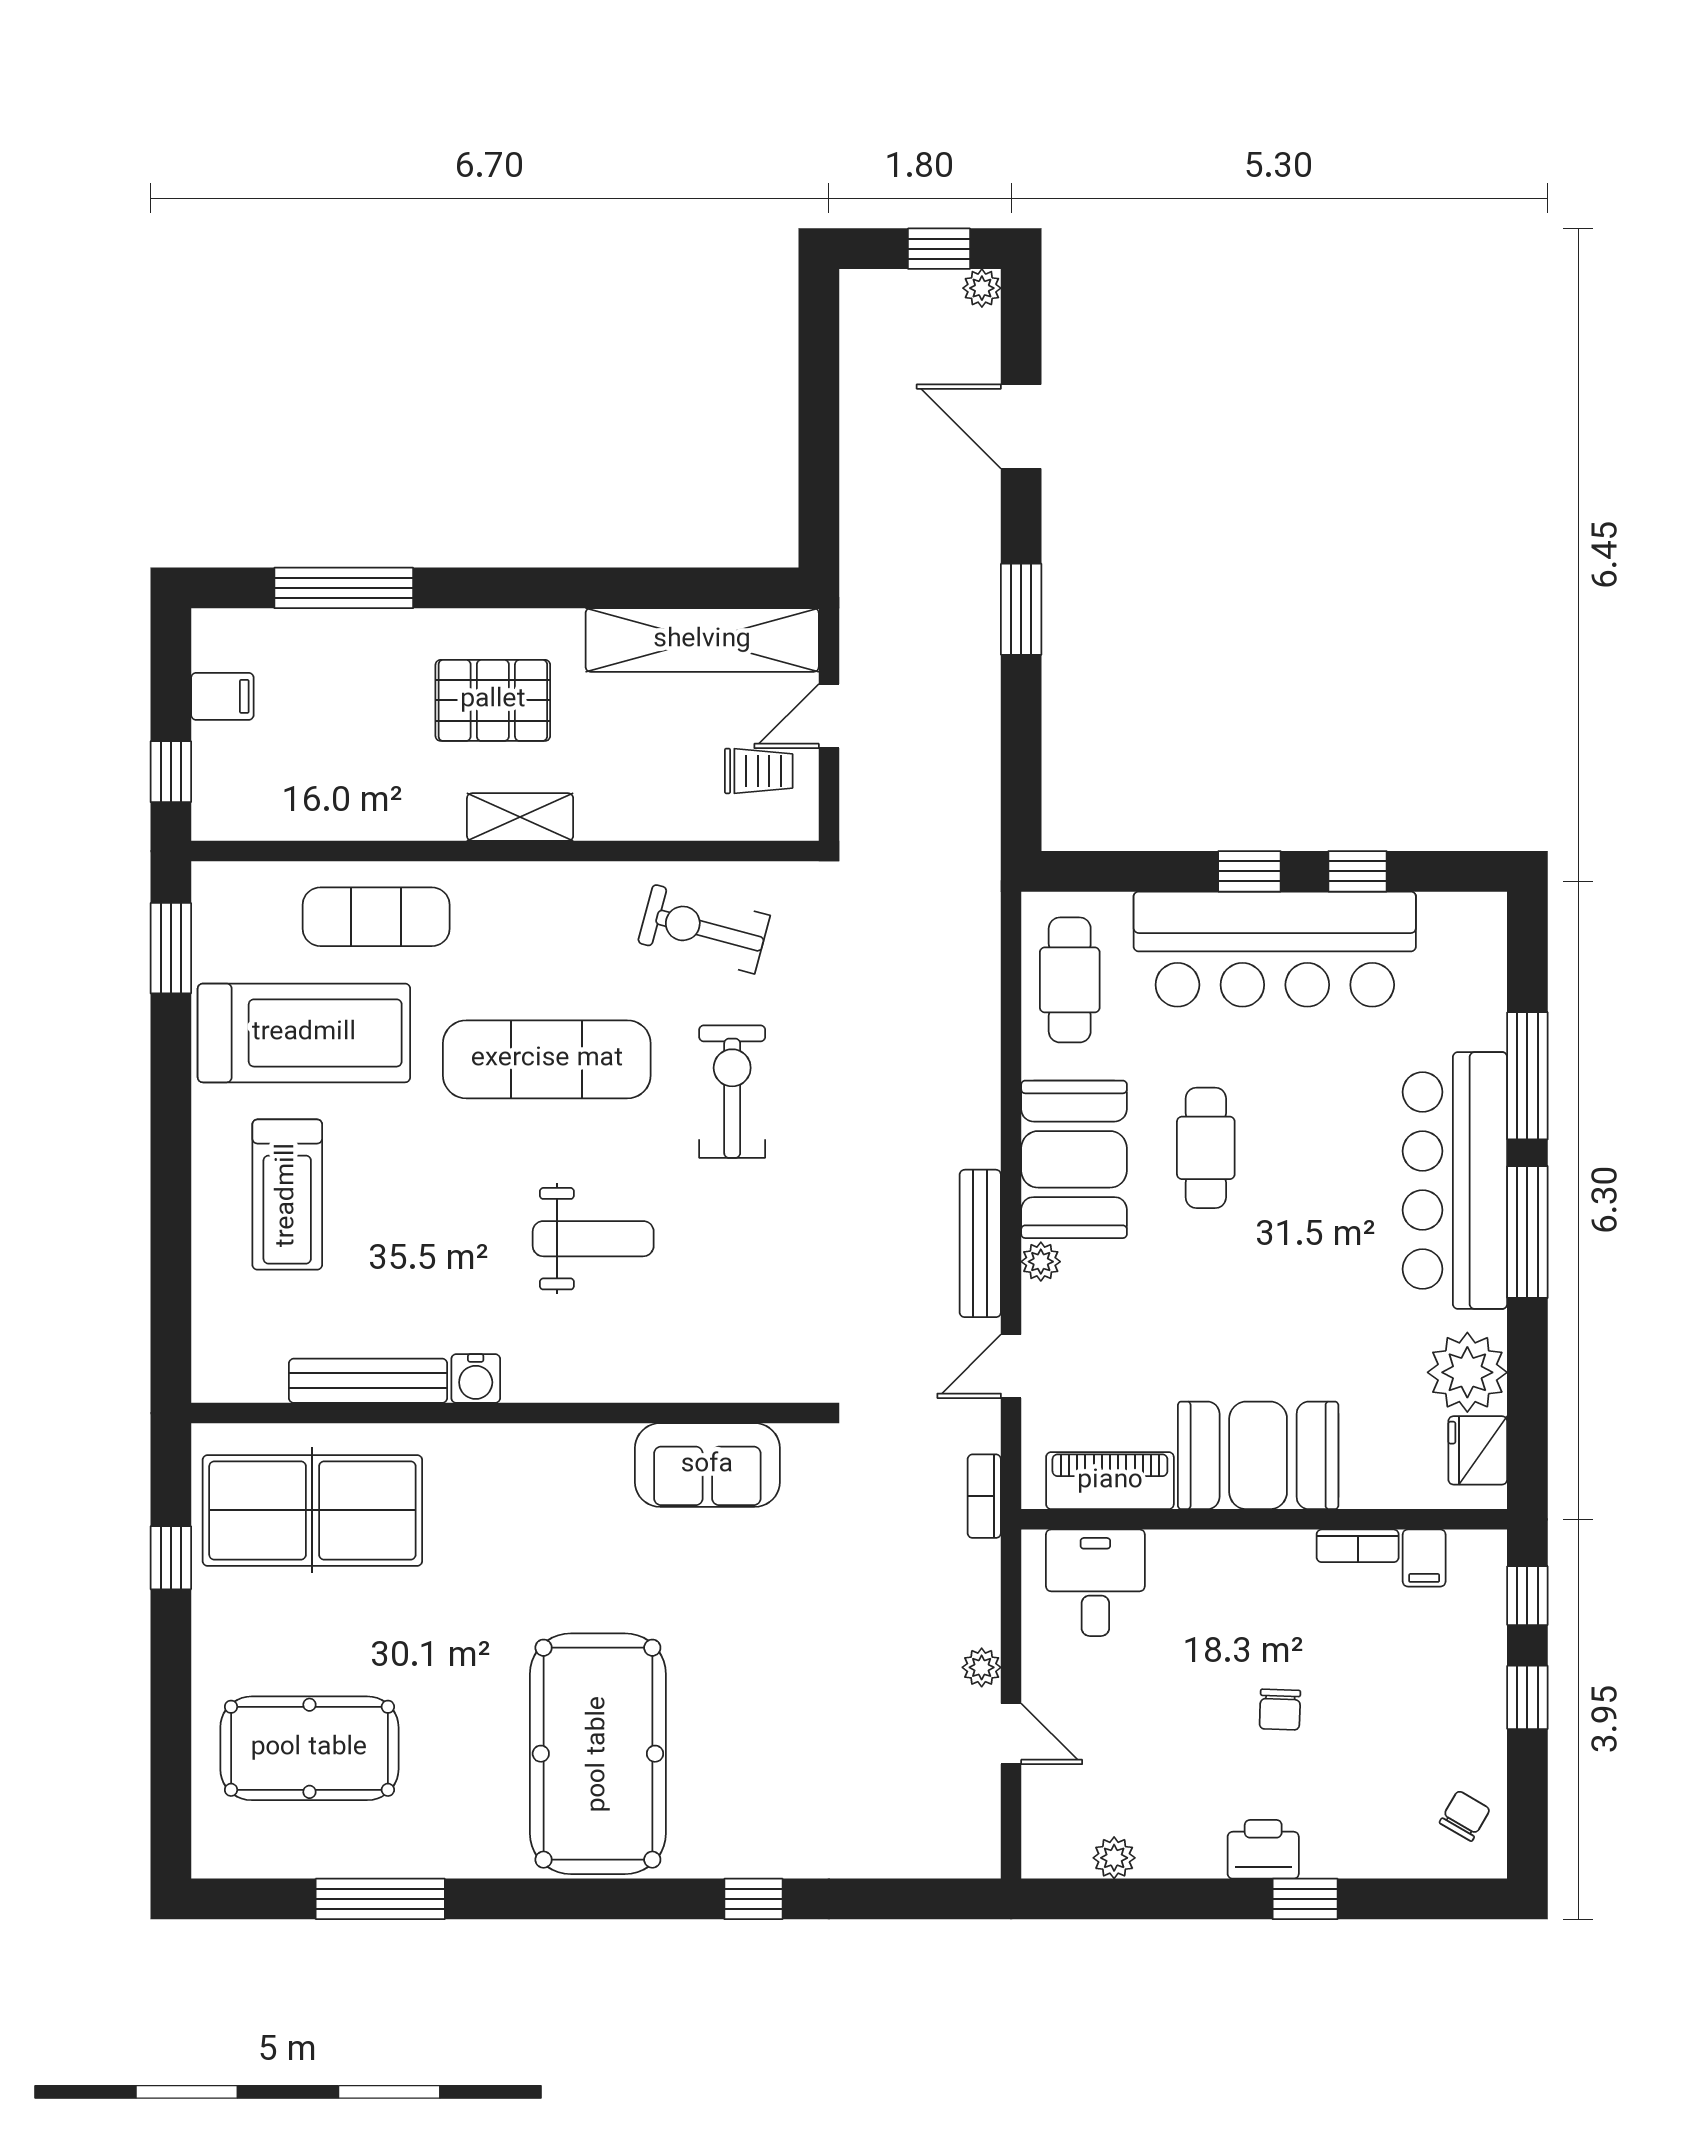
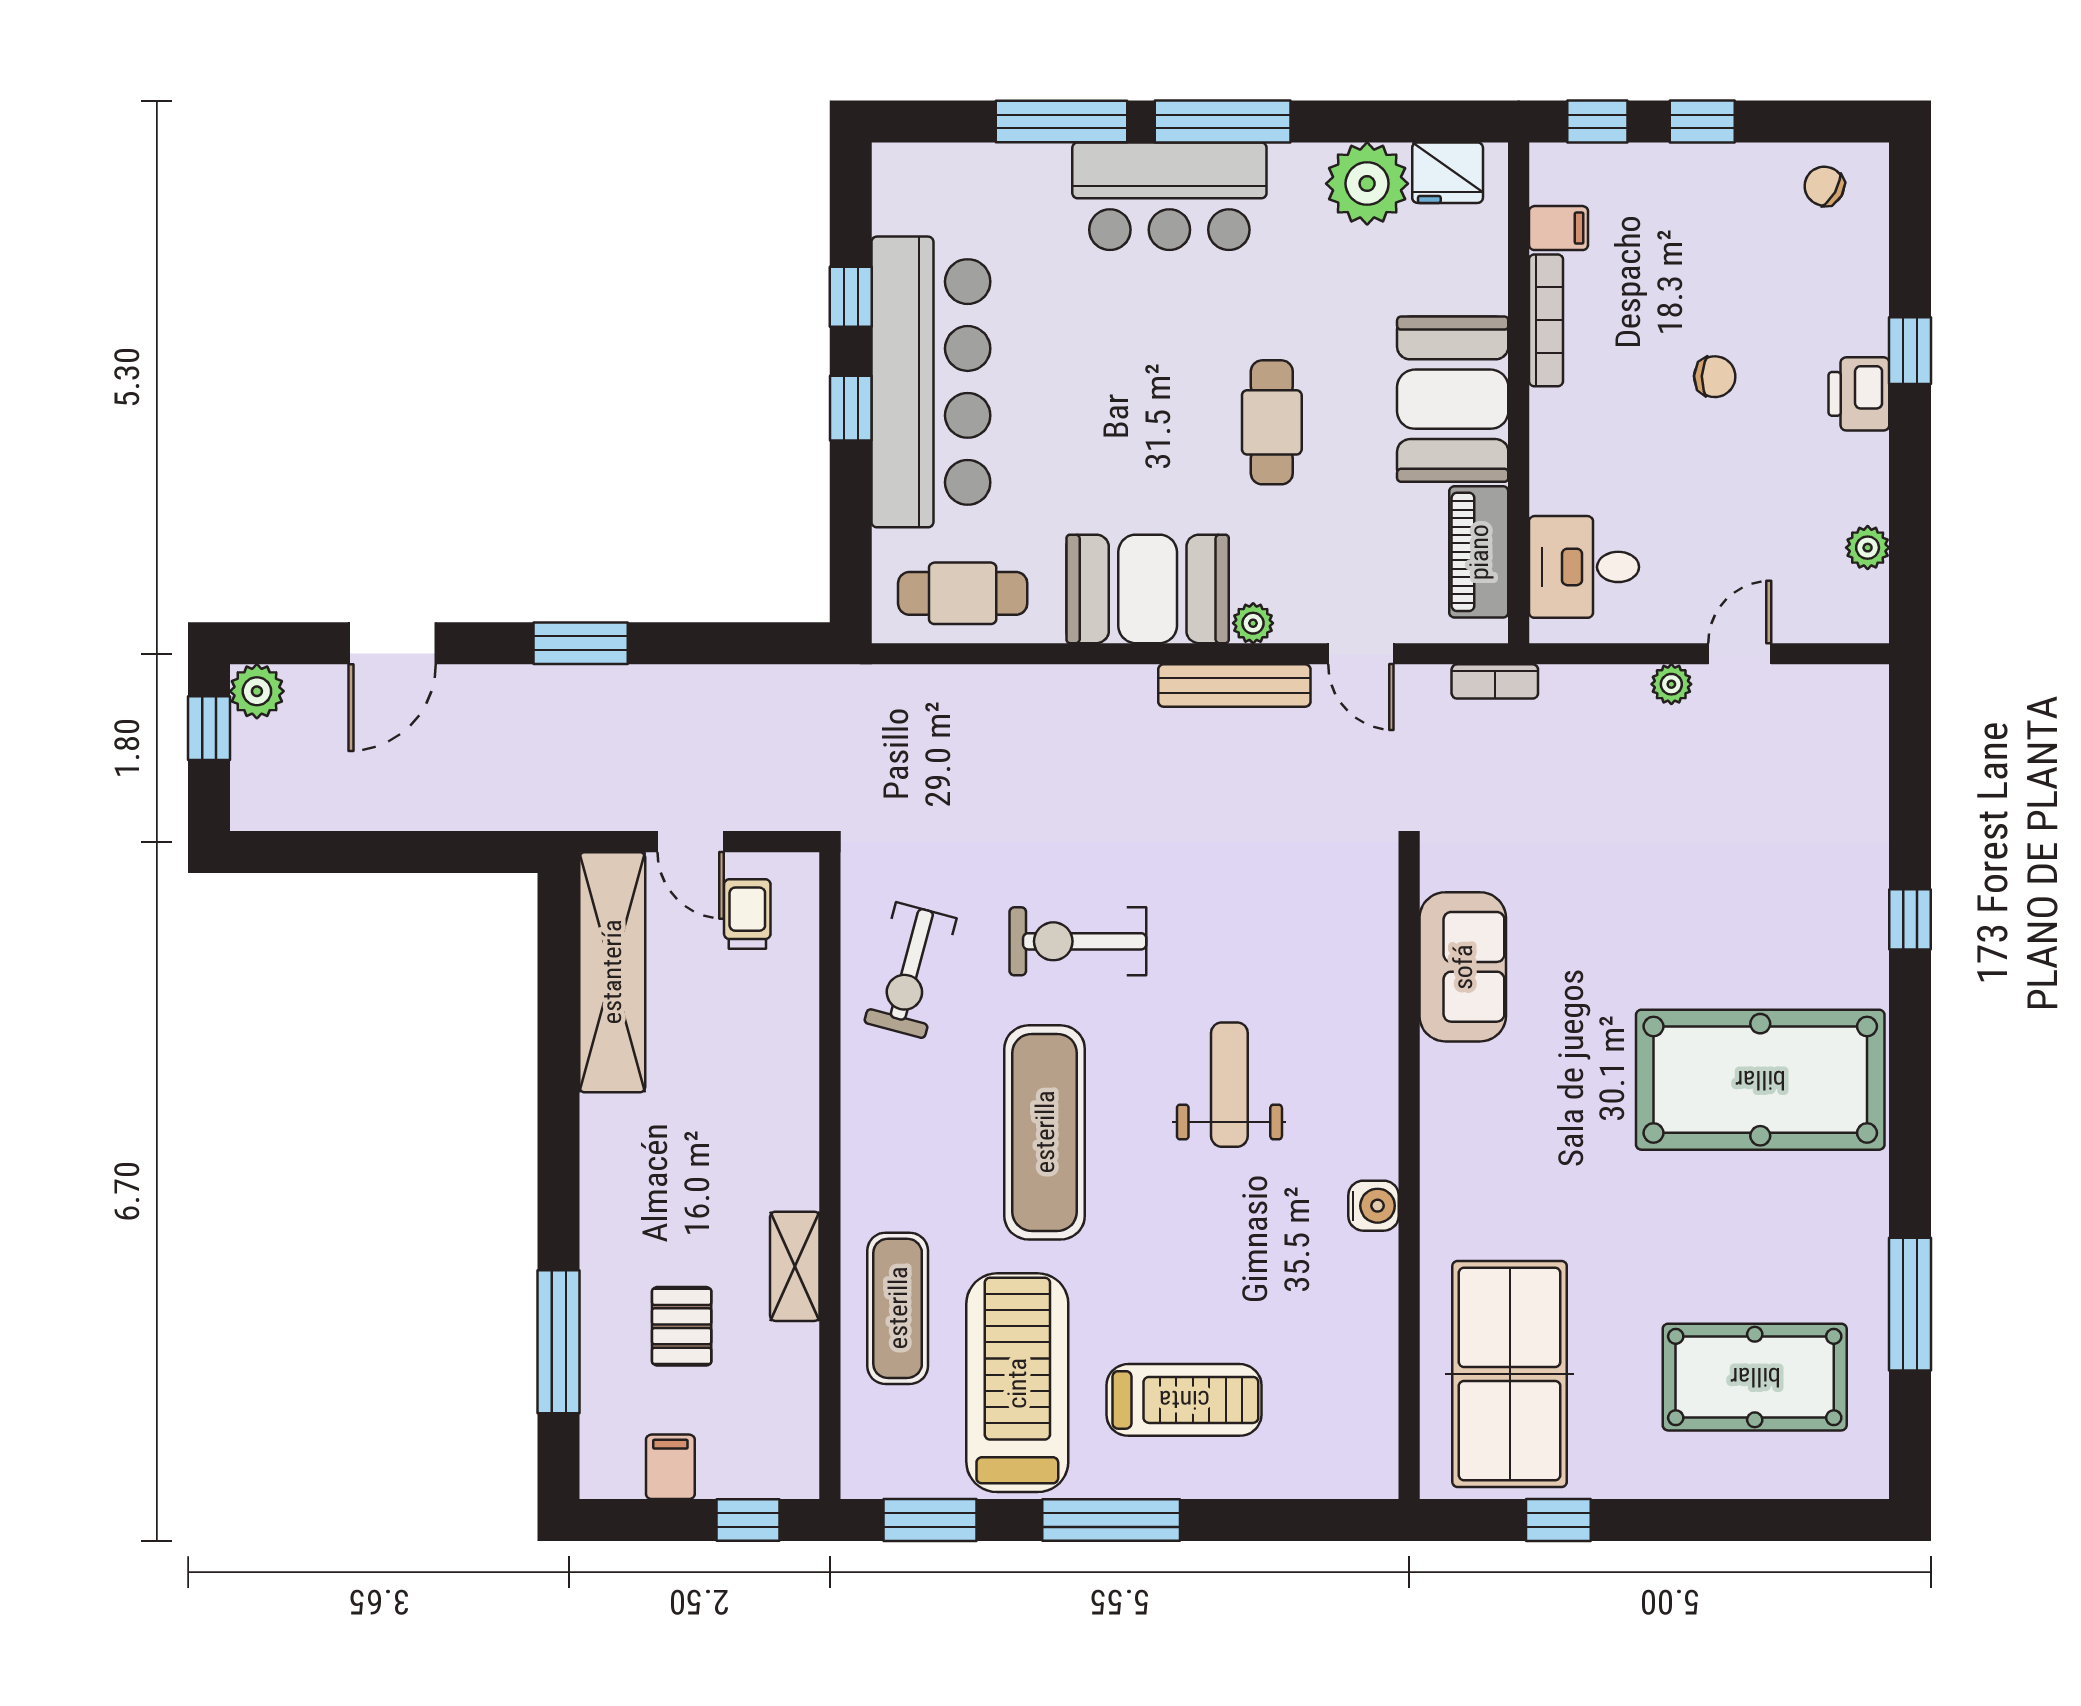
plant: (982, 288) -> (257, 691), width x1.38, depth x1.38
pallet: (493, 700) -> (682, 1326), moved, width x0.67, depth x0.71
shelving: (520, 817) -> (795, 1266), moved
window: (171, 1124) -> (1111, 1520), added
cafe table: (1206, 1148) -> (1272, 422), moved, turned 90
bar counter: (1455, 1181) -> (1169, 196), width x0.73
bench: (368, 1381) -> (1376, 1317), removed
bookcase: (1358, 1546) -> (1546, 320), width x1.56
pool table: (309, 1748) -> (1755, 1377), turned 90

